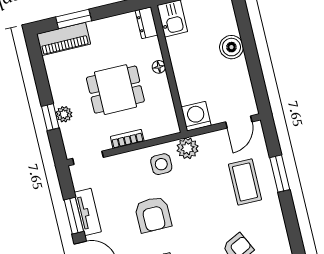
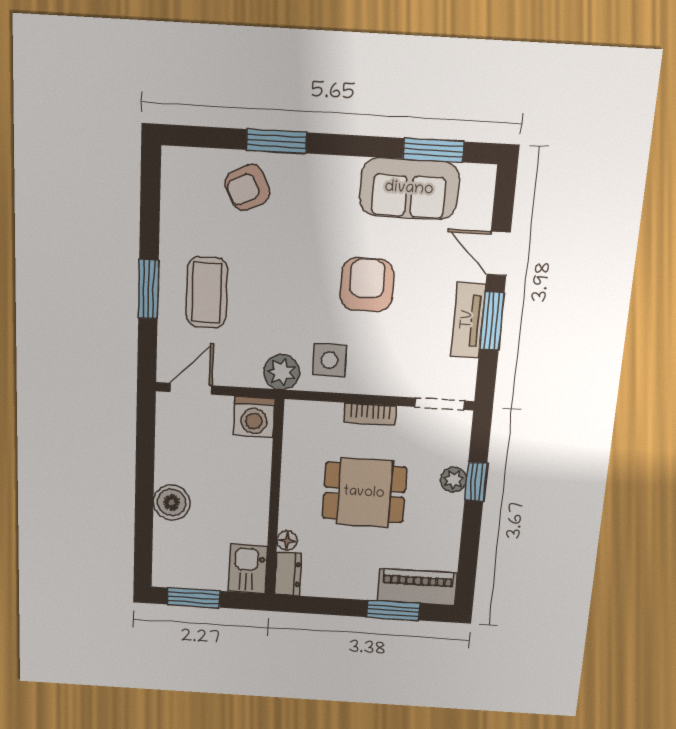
floor lamp: (159, 67) -> (287, 541), moved

